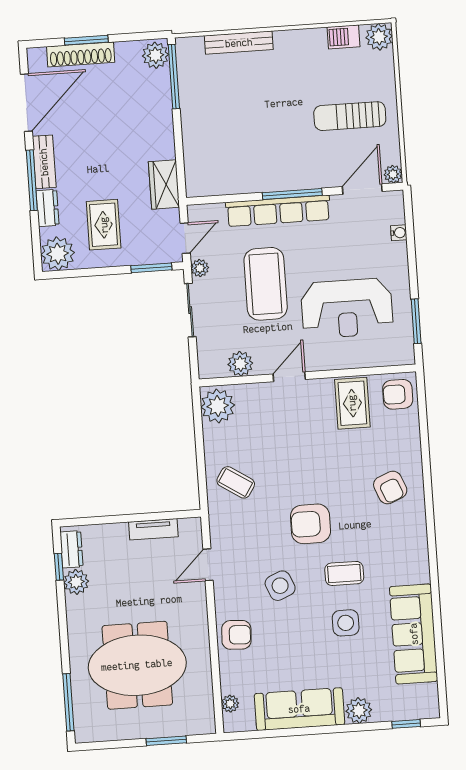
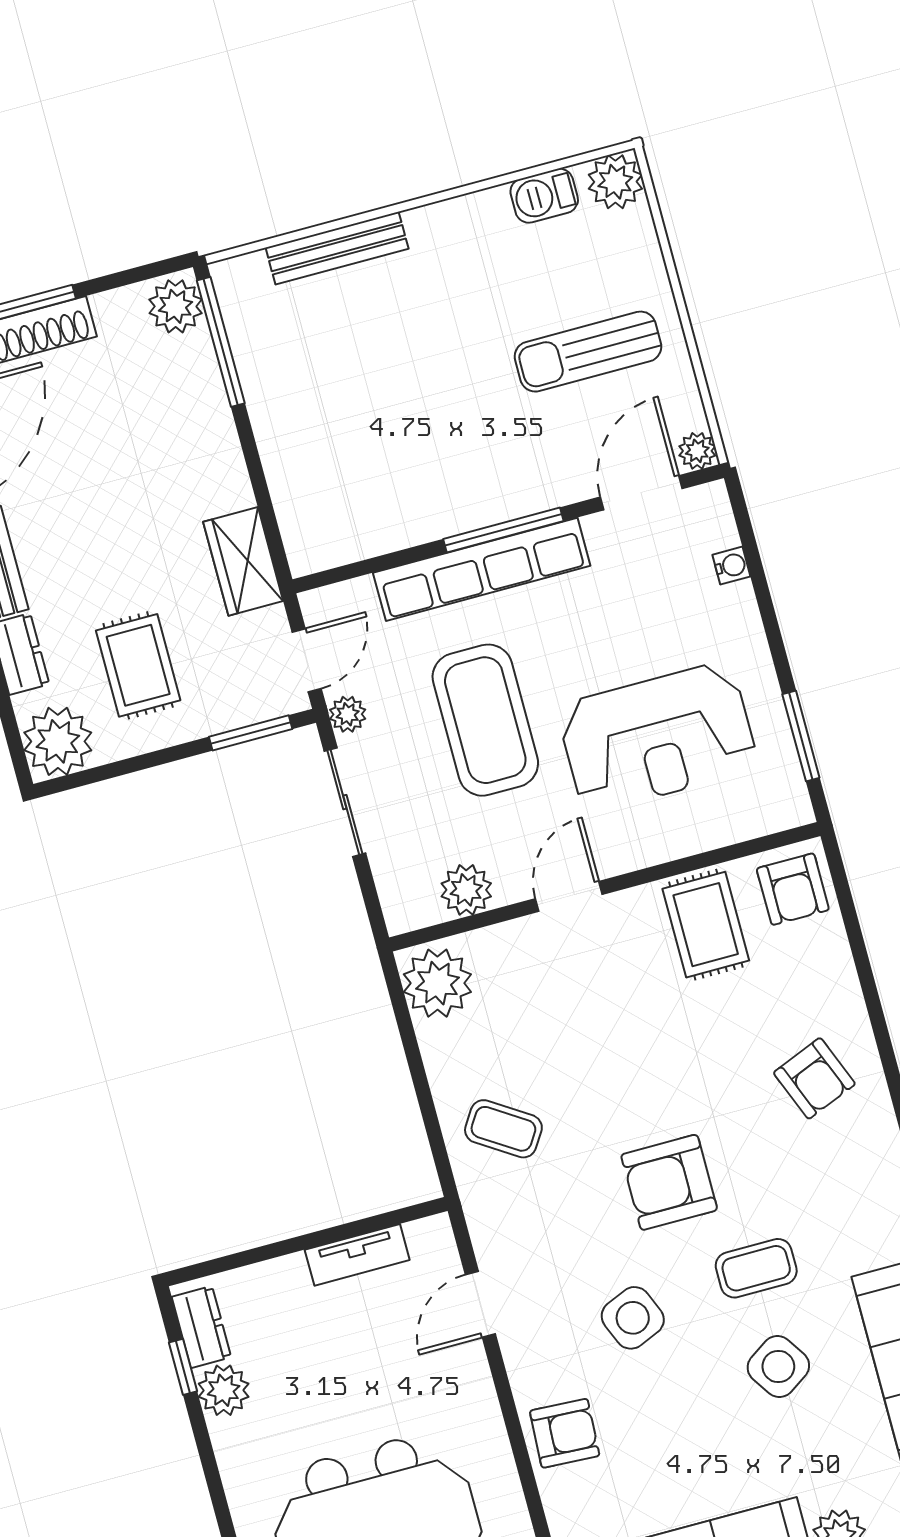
armchair: (398, 394) -> (793, 889), turned -90
side table: (346, 623) -> (778, 1367), turned -34

